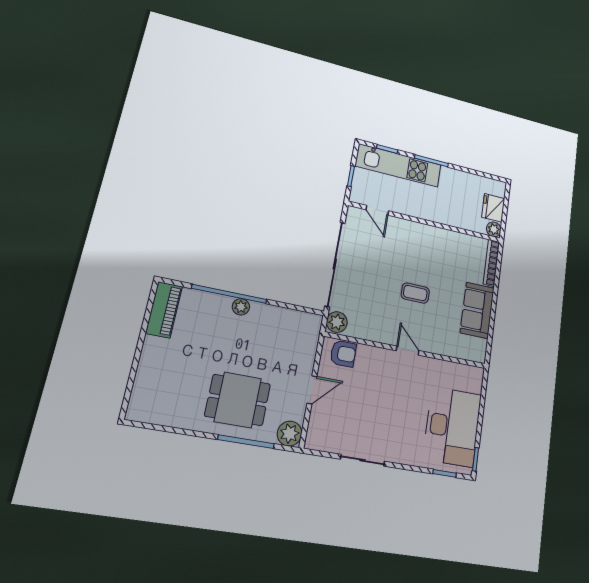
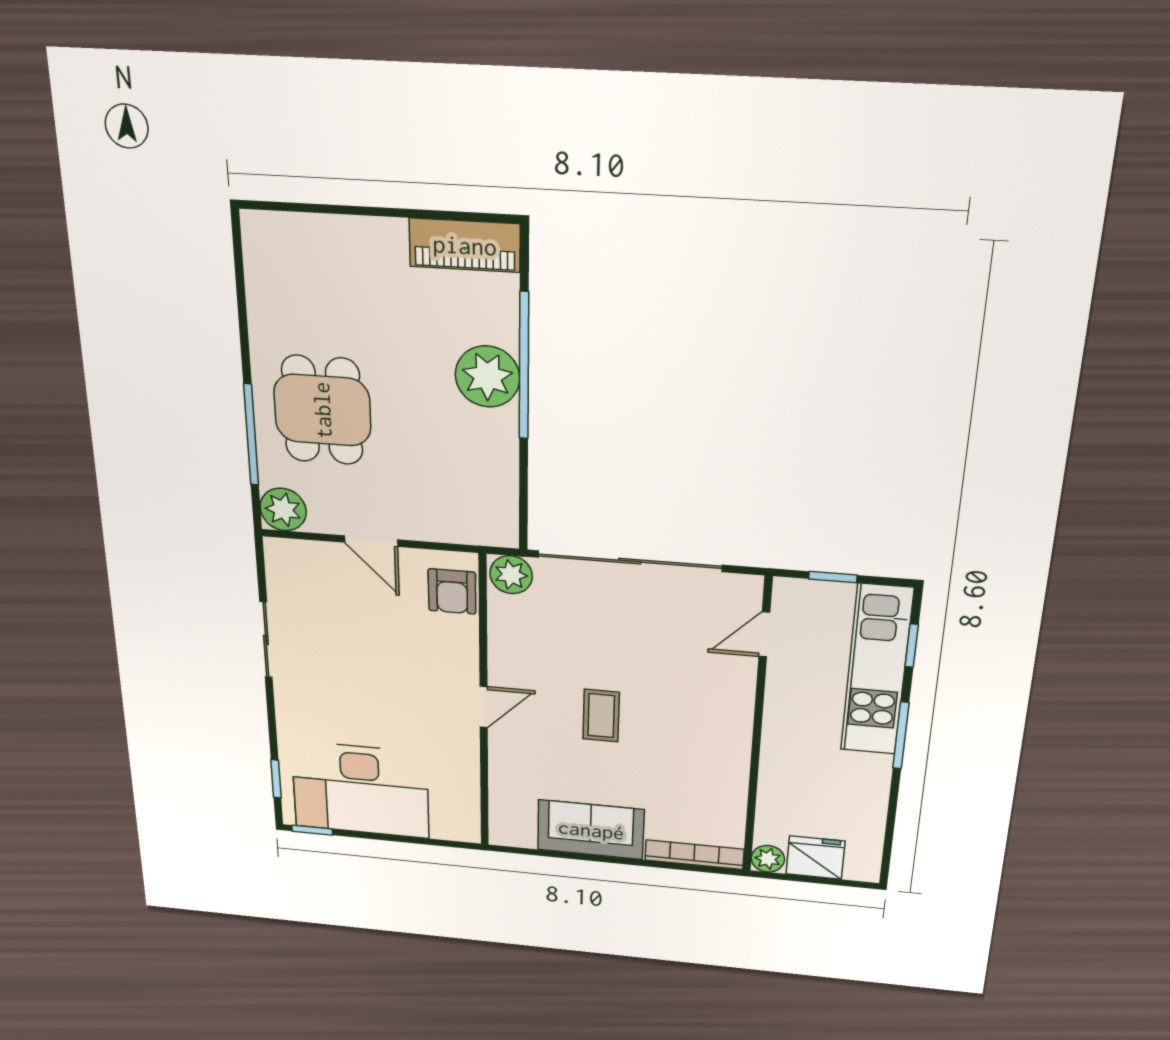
plant: (241, 307) -> (487, 376), width x1.87, depth x1.87

